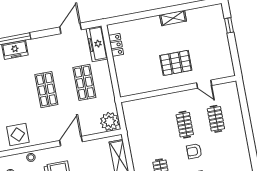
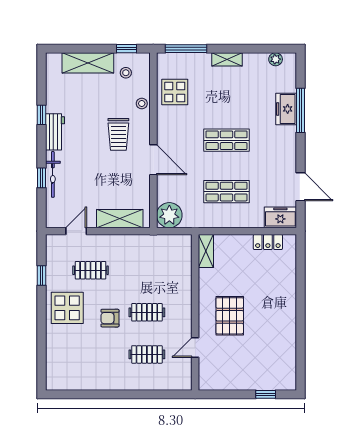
shelving: (173, 18) -> (206, 251), moved
freezer: (97, 44) -> (280, 217), width x0.71
armchair: (194, 151) -> (110, 318), turned -90

